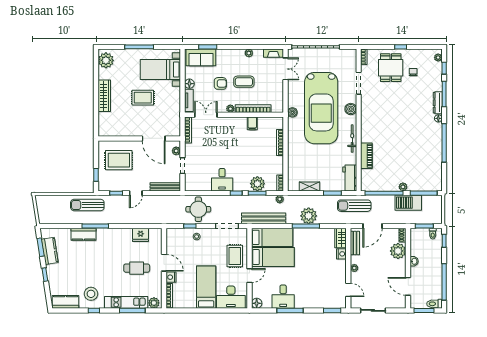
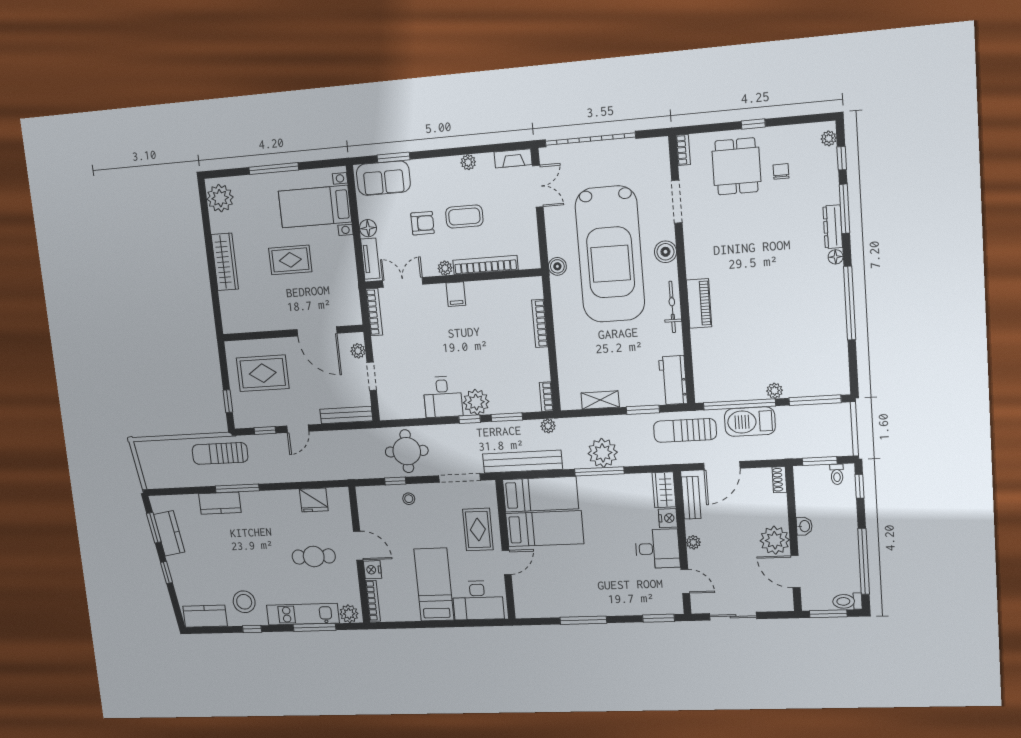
filing cabinet: (252, 123) -> (456, 294), moved
piano: (366, 156) -> (699, 303), moved
plant: (257, 184) -> (476, 402), moved
barbecue: (408, 203) -> (750, 422), moved
plant: (398, 251) -> (775, 540), moved
desk: (283, 297) -> (657, 549), moved, turned -90
floor lamp: (257, 303) -> (524, 609), removed

